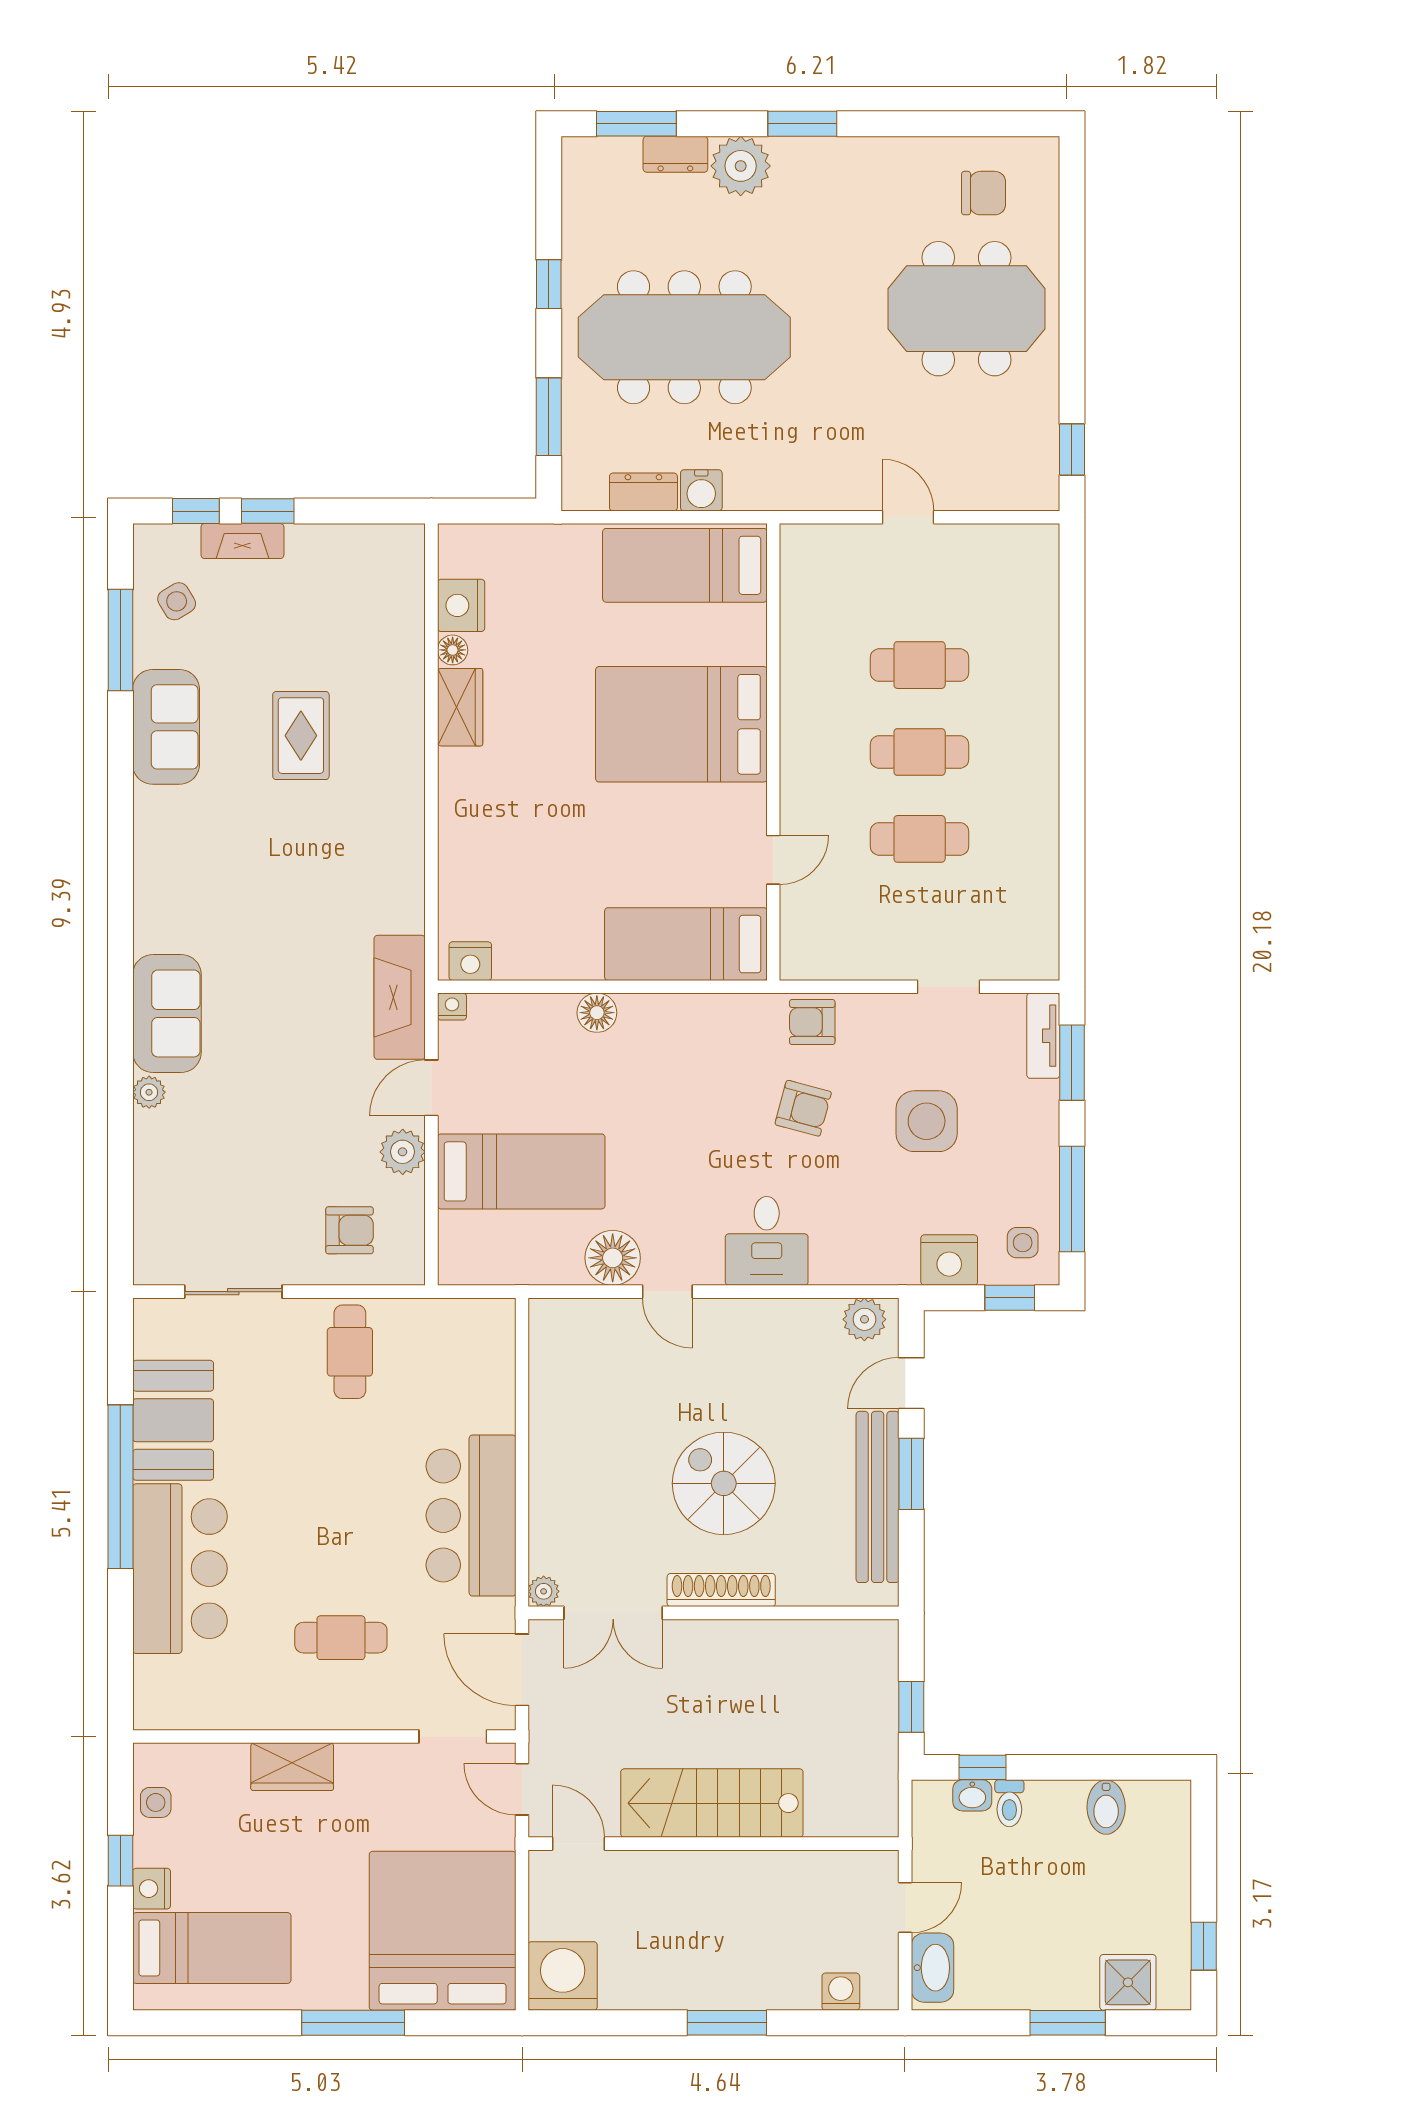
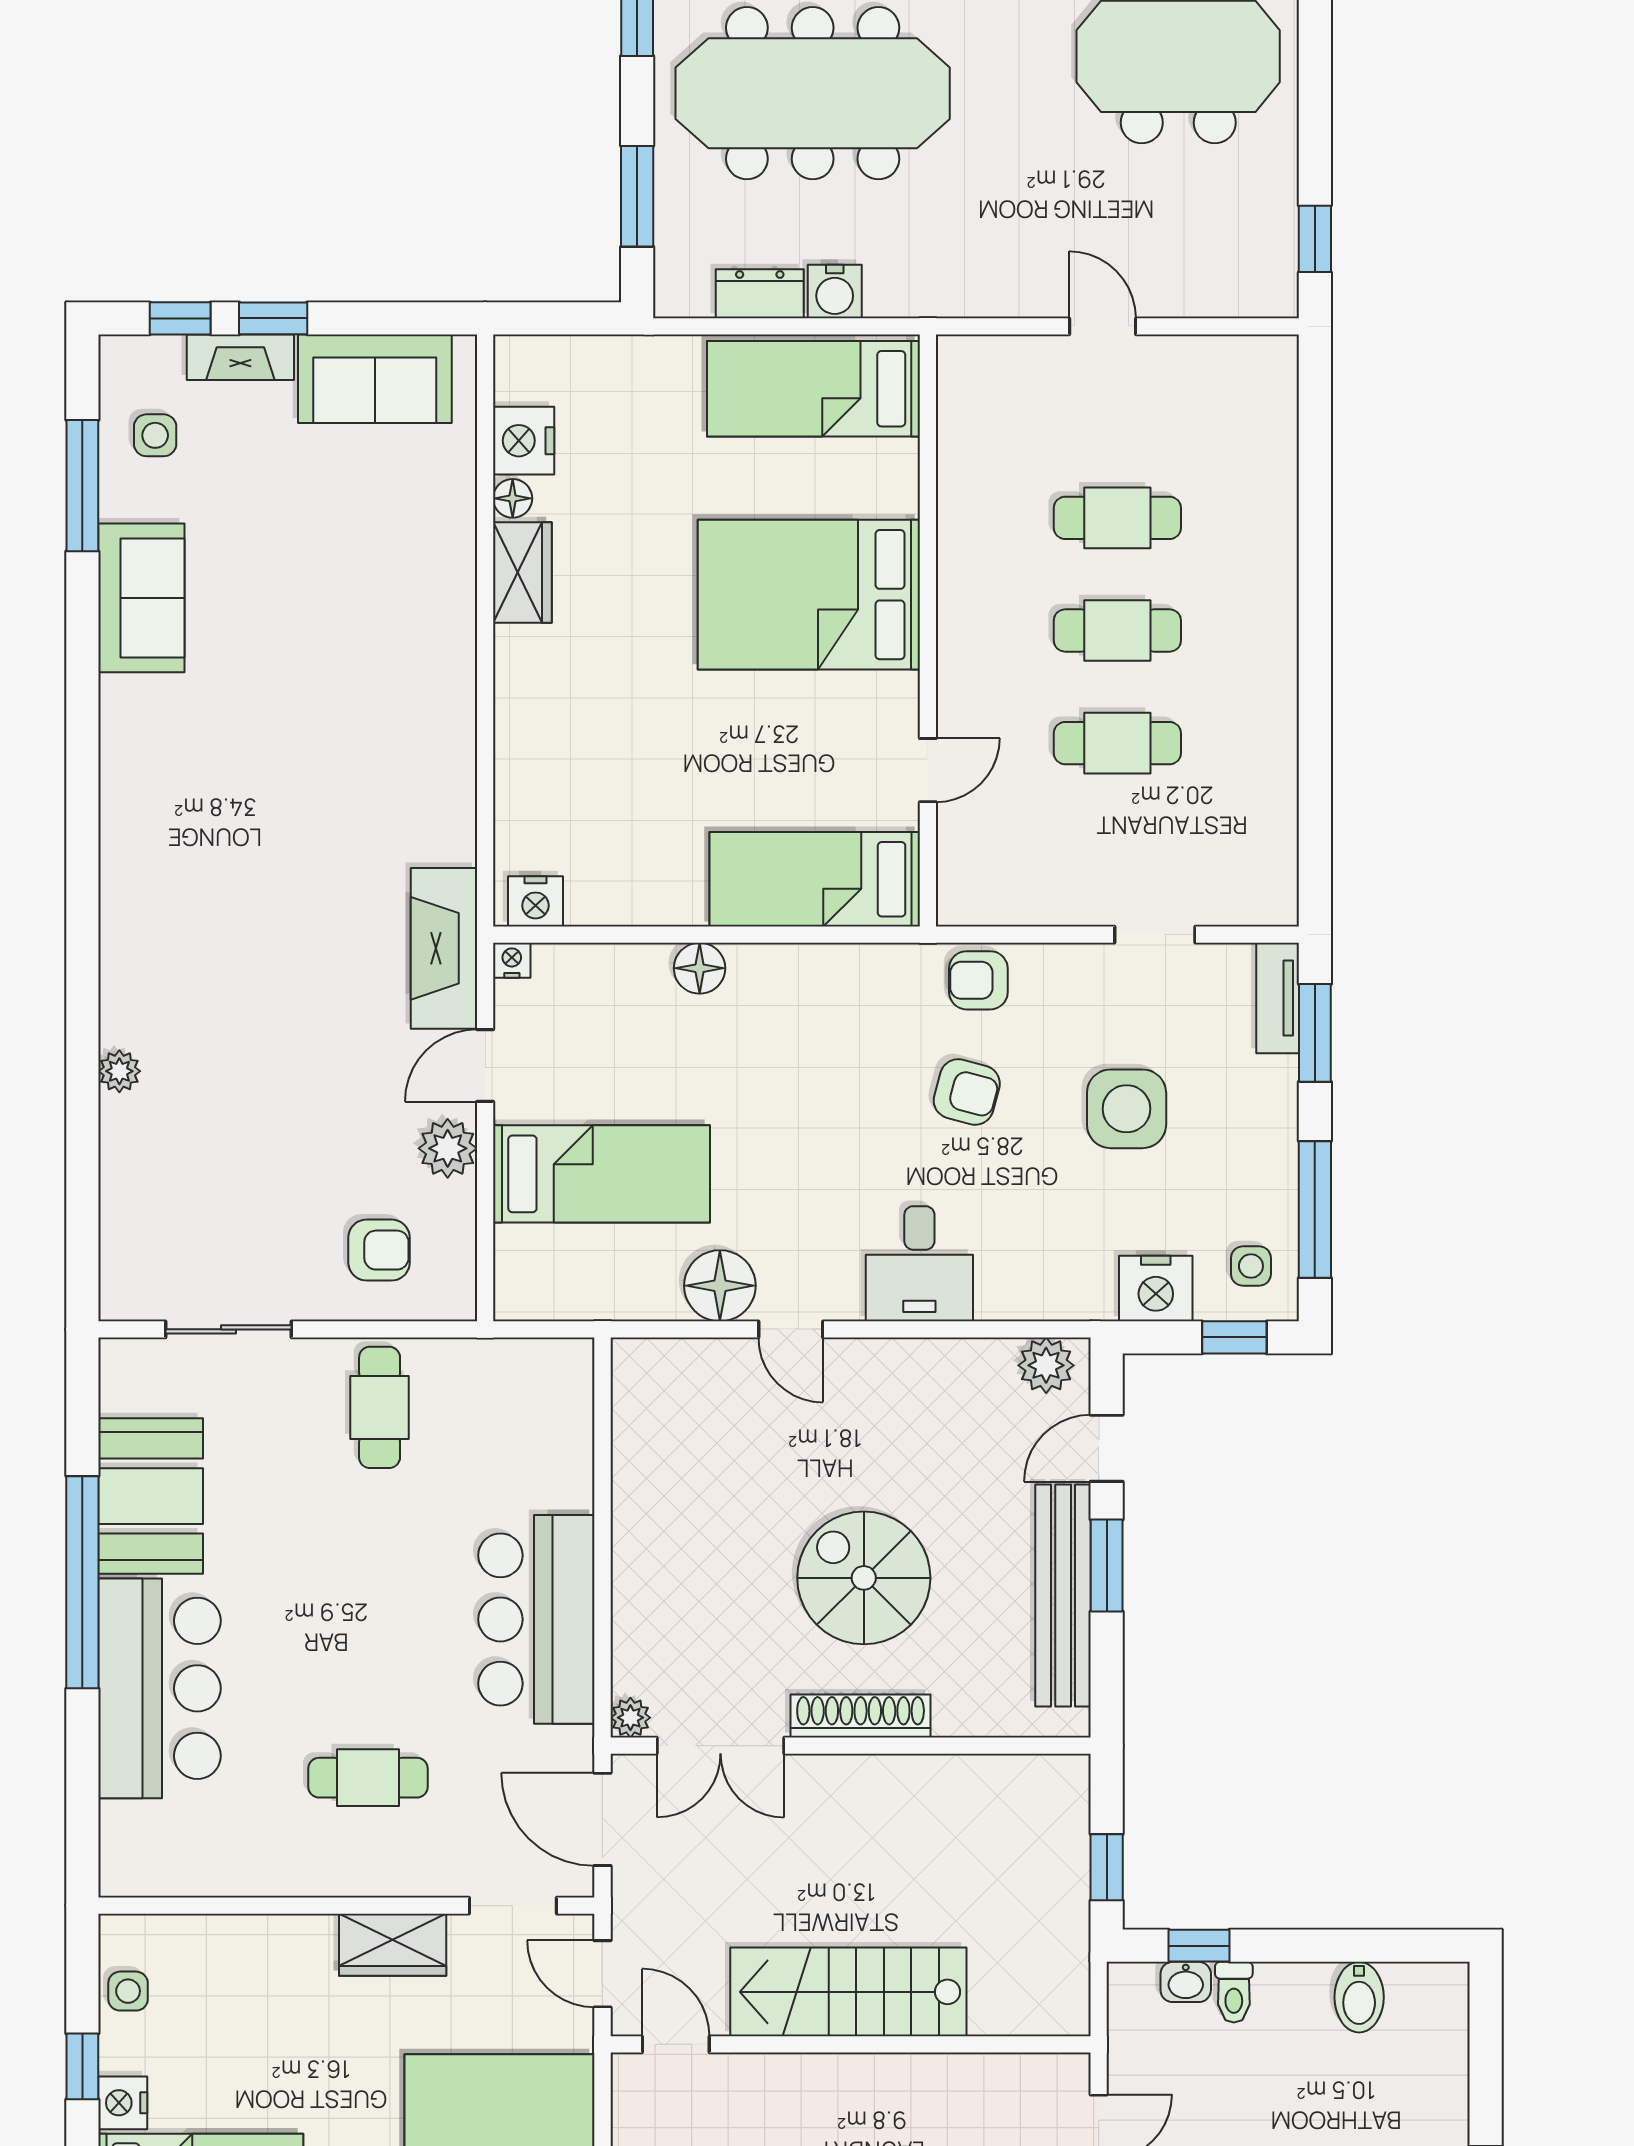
side table: (177, 601) -> (155, 435), turned 31
rug: (301, 736) -> (316, 609), removed
sofa: (167, 1013) -> (375, 379), moved, turned 90
wardrobe: (292, 1767) -> (393, 1945), moved

